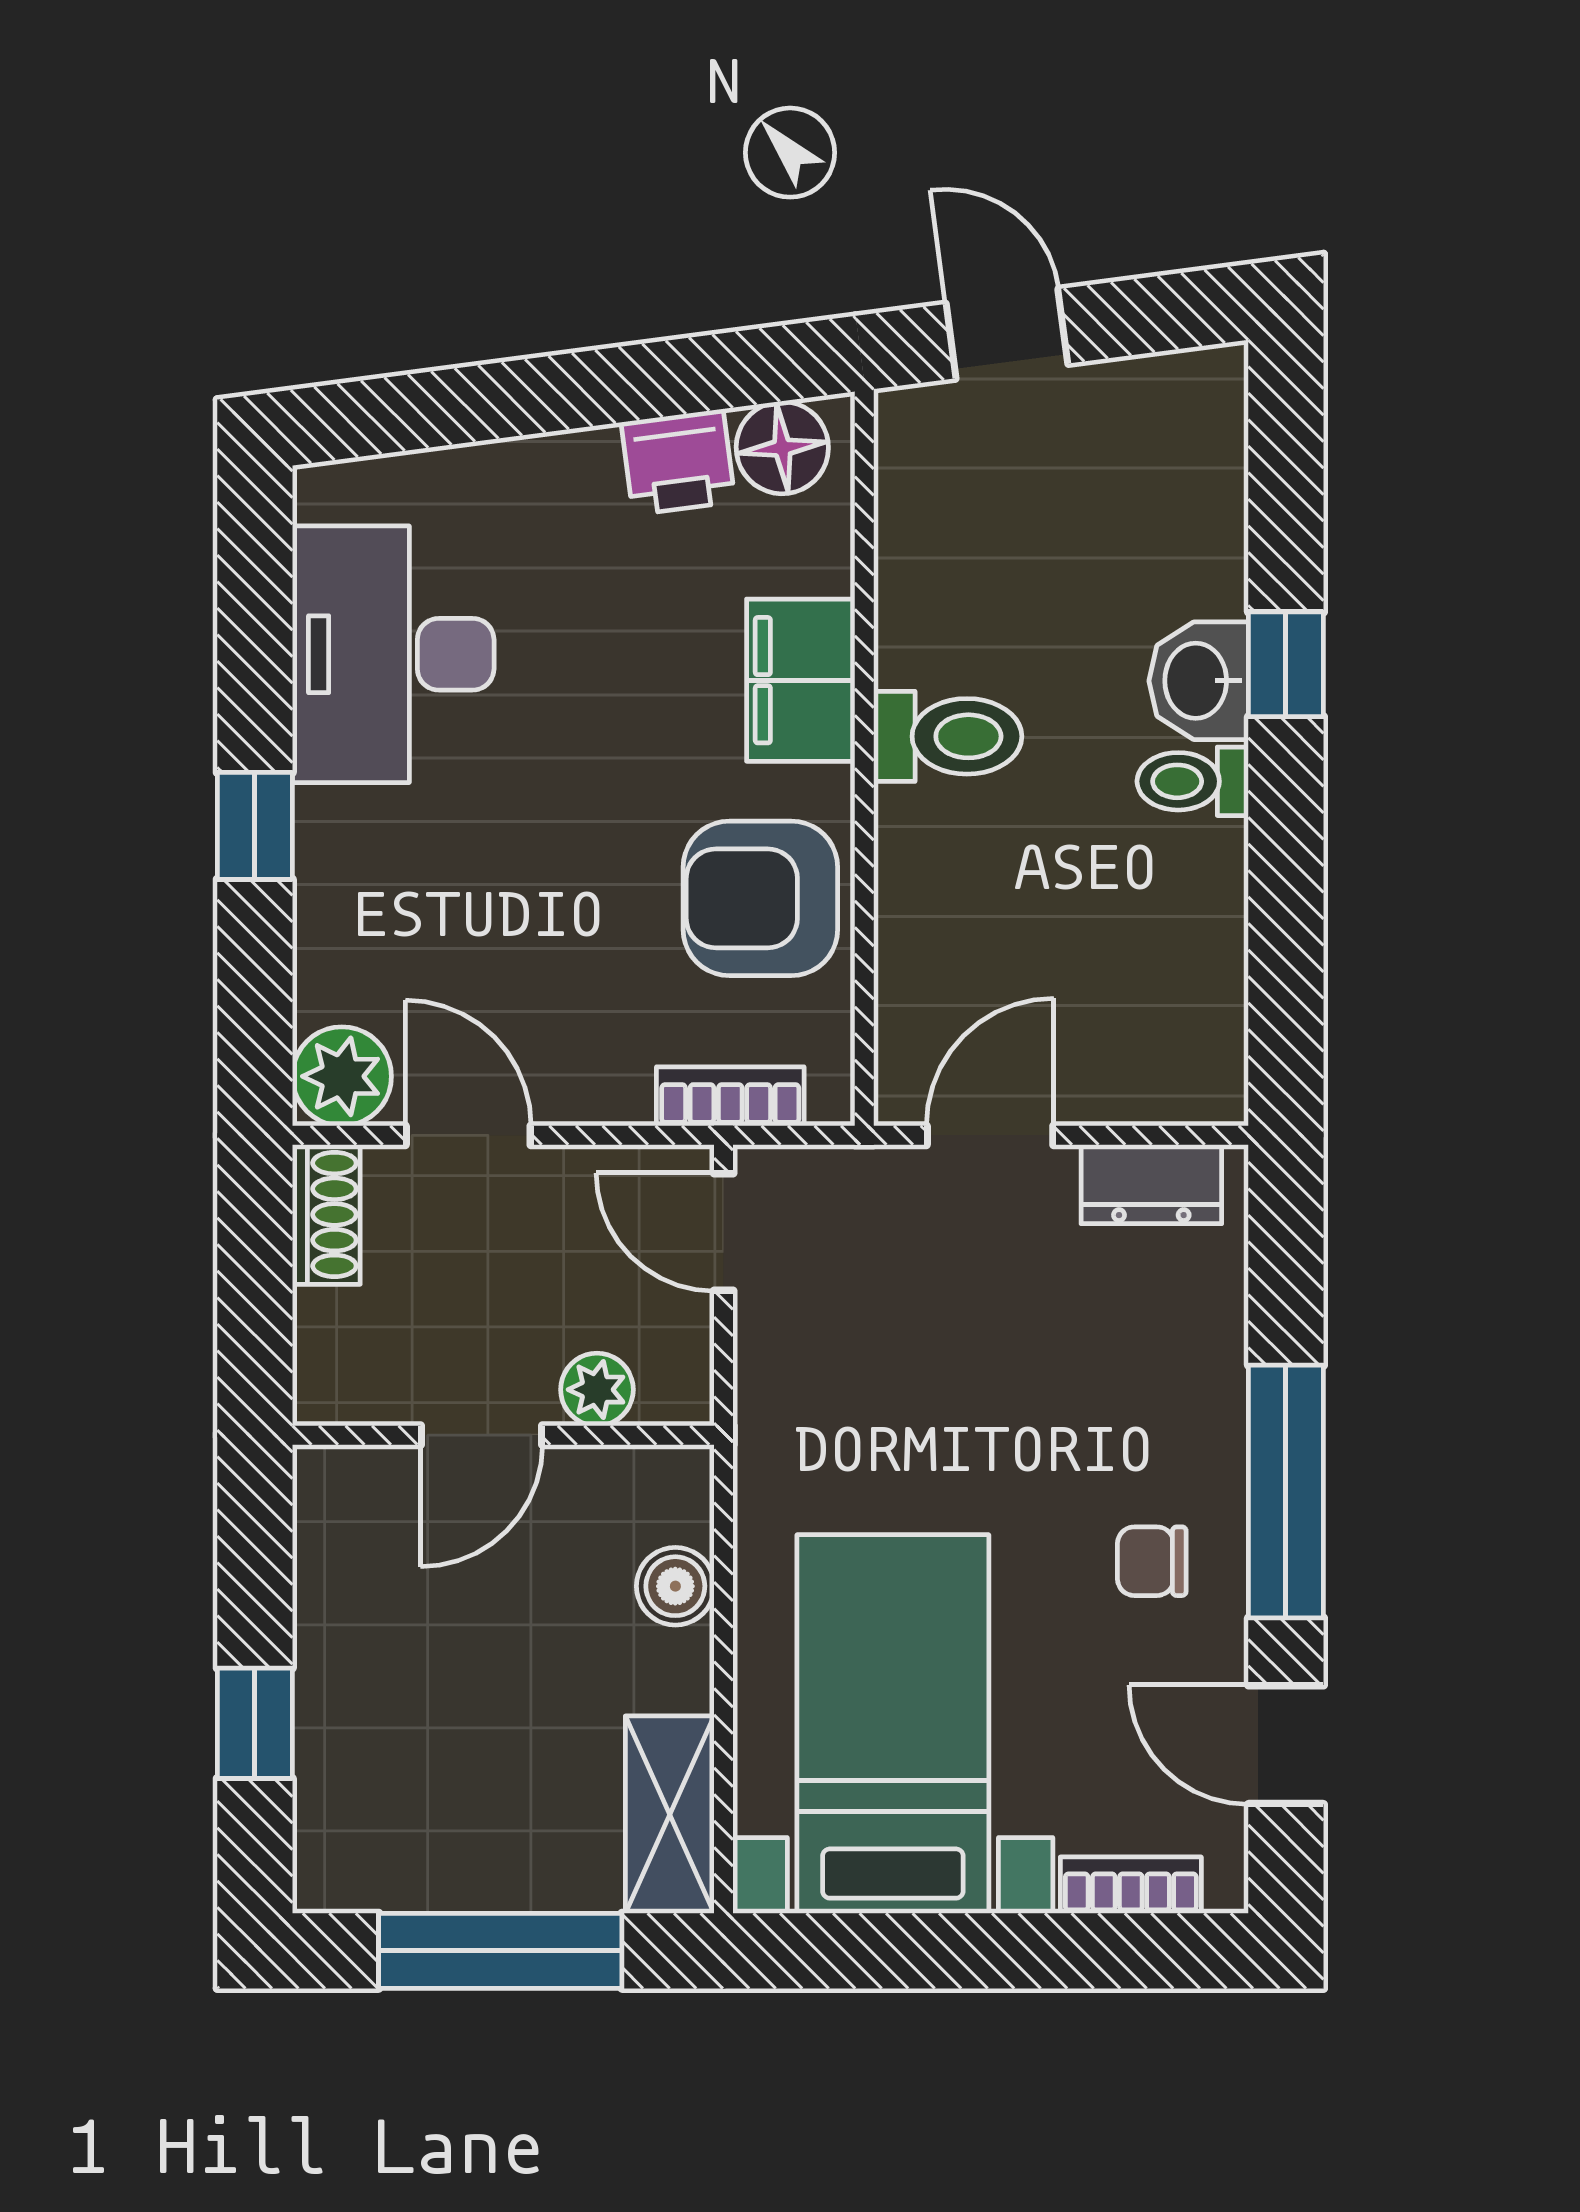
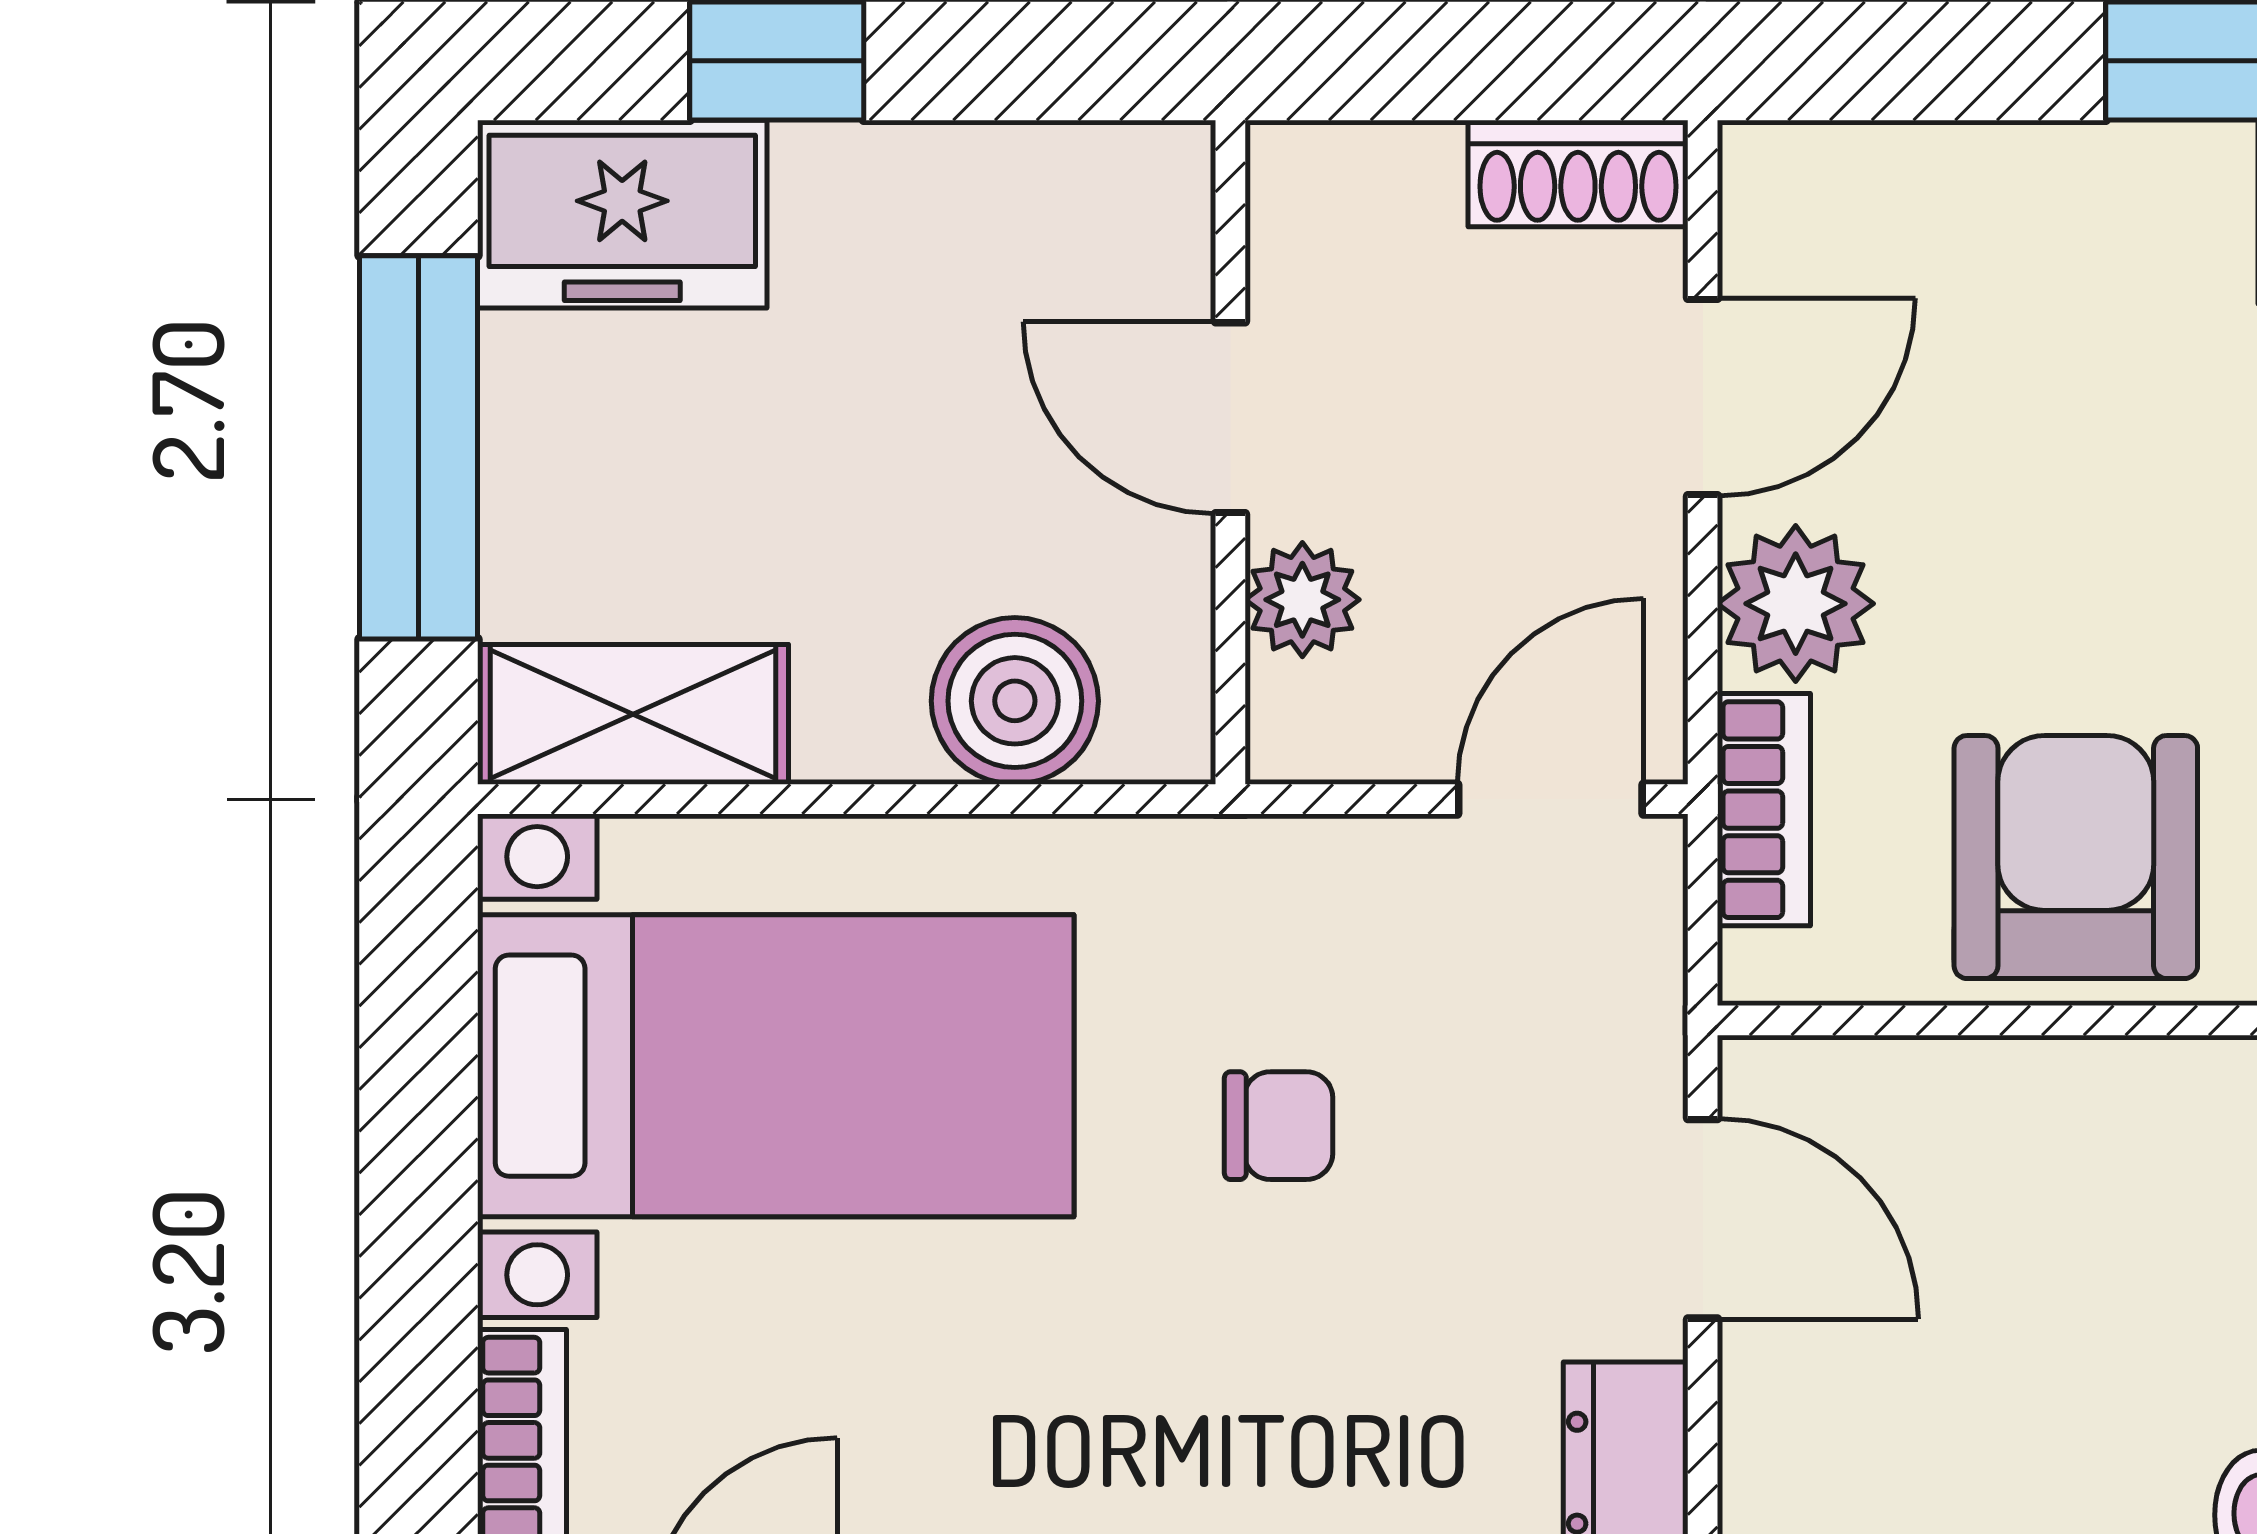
plant: (342, 1076) -> (1796, 604), moved
chair: (1152, 1561) -> (1279, 1126), moved, turned 90
boiler: (675, 1586) -> (1015, 701), width x1.36, depth x1.36
freezer: (352, 1821) -> (622, 214), added

